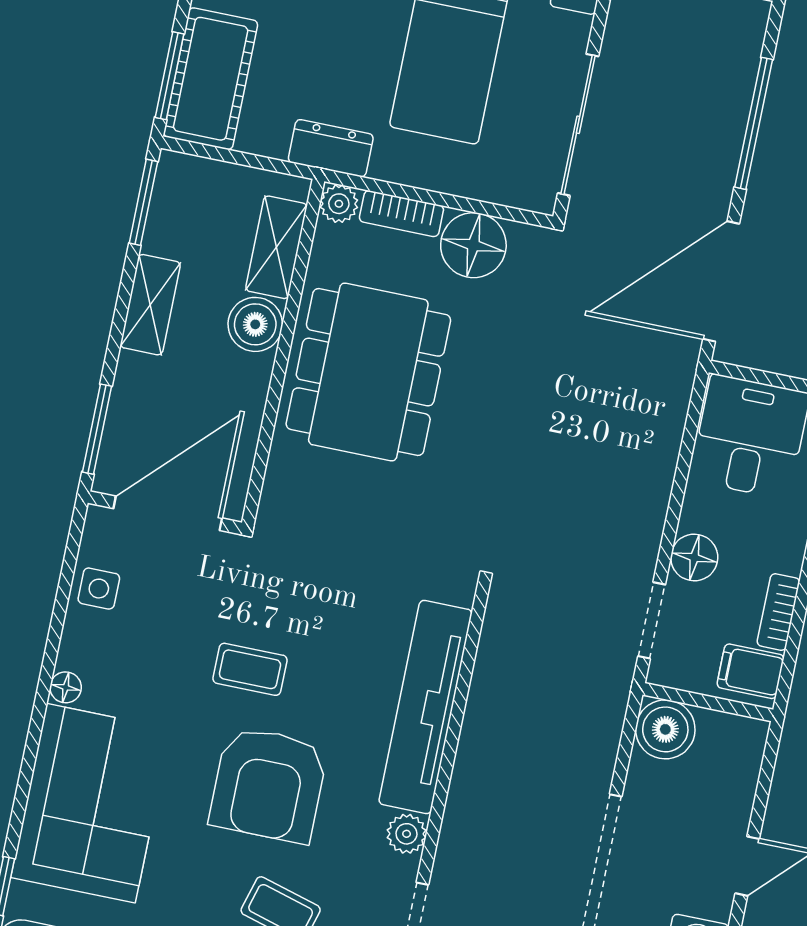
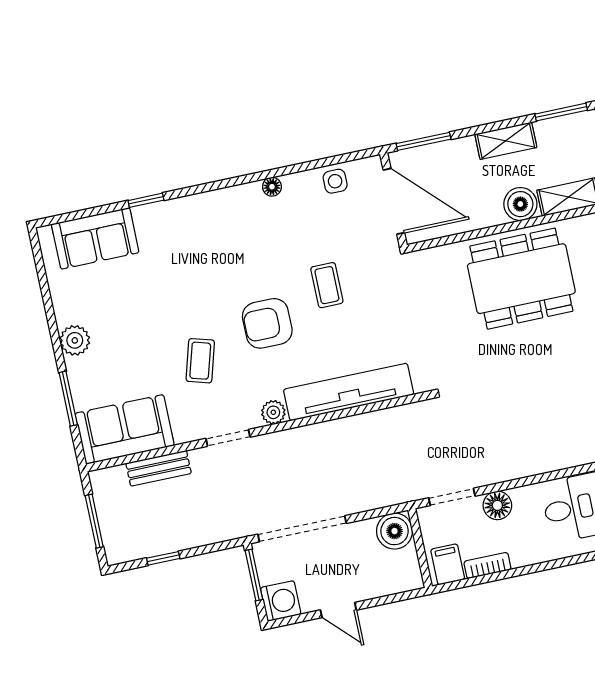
armchair: (268, 784) -> (267, 323), width x0.73, depth x0.73
corner sofa: (91, 803) -> (214, 229), removed

